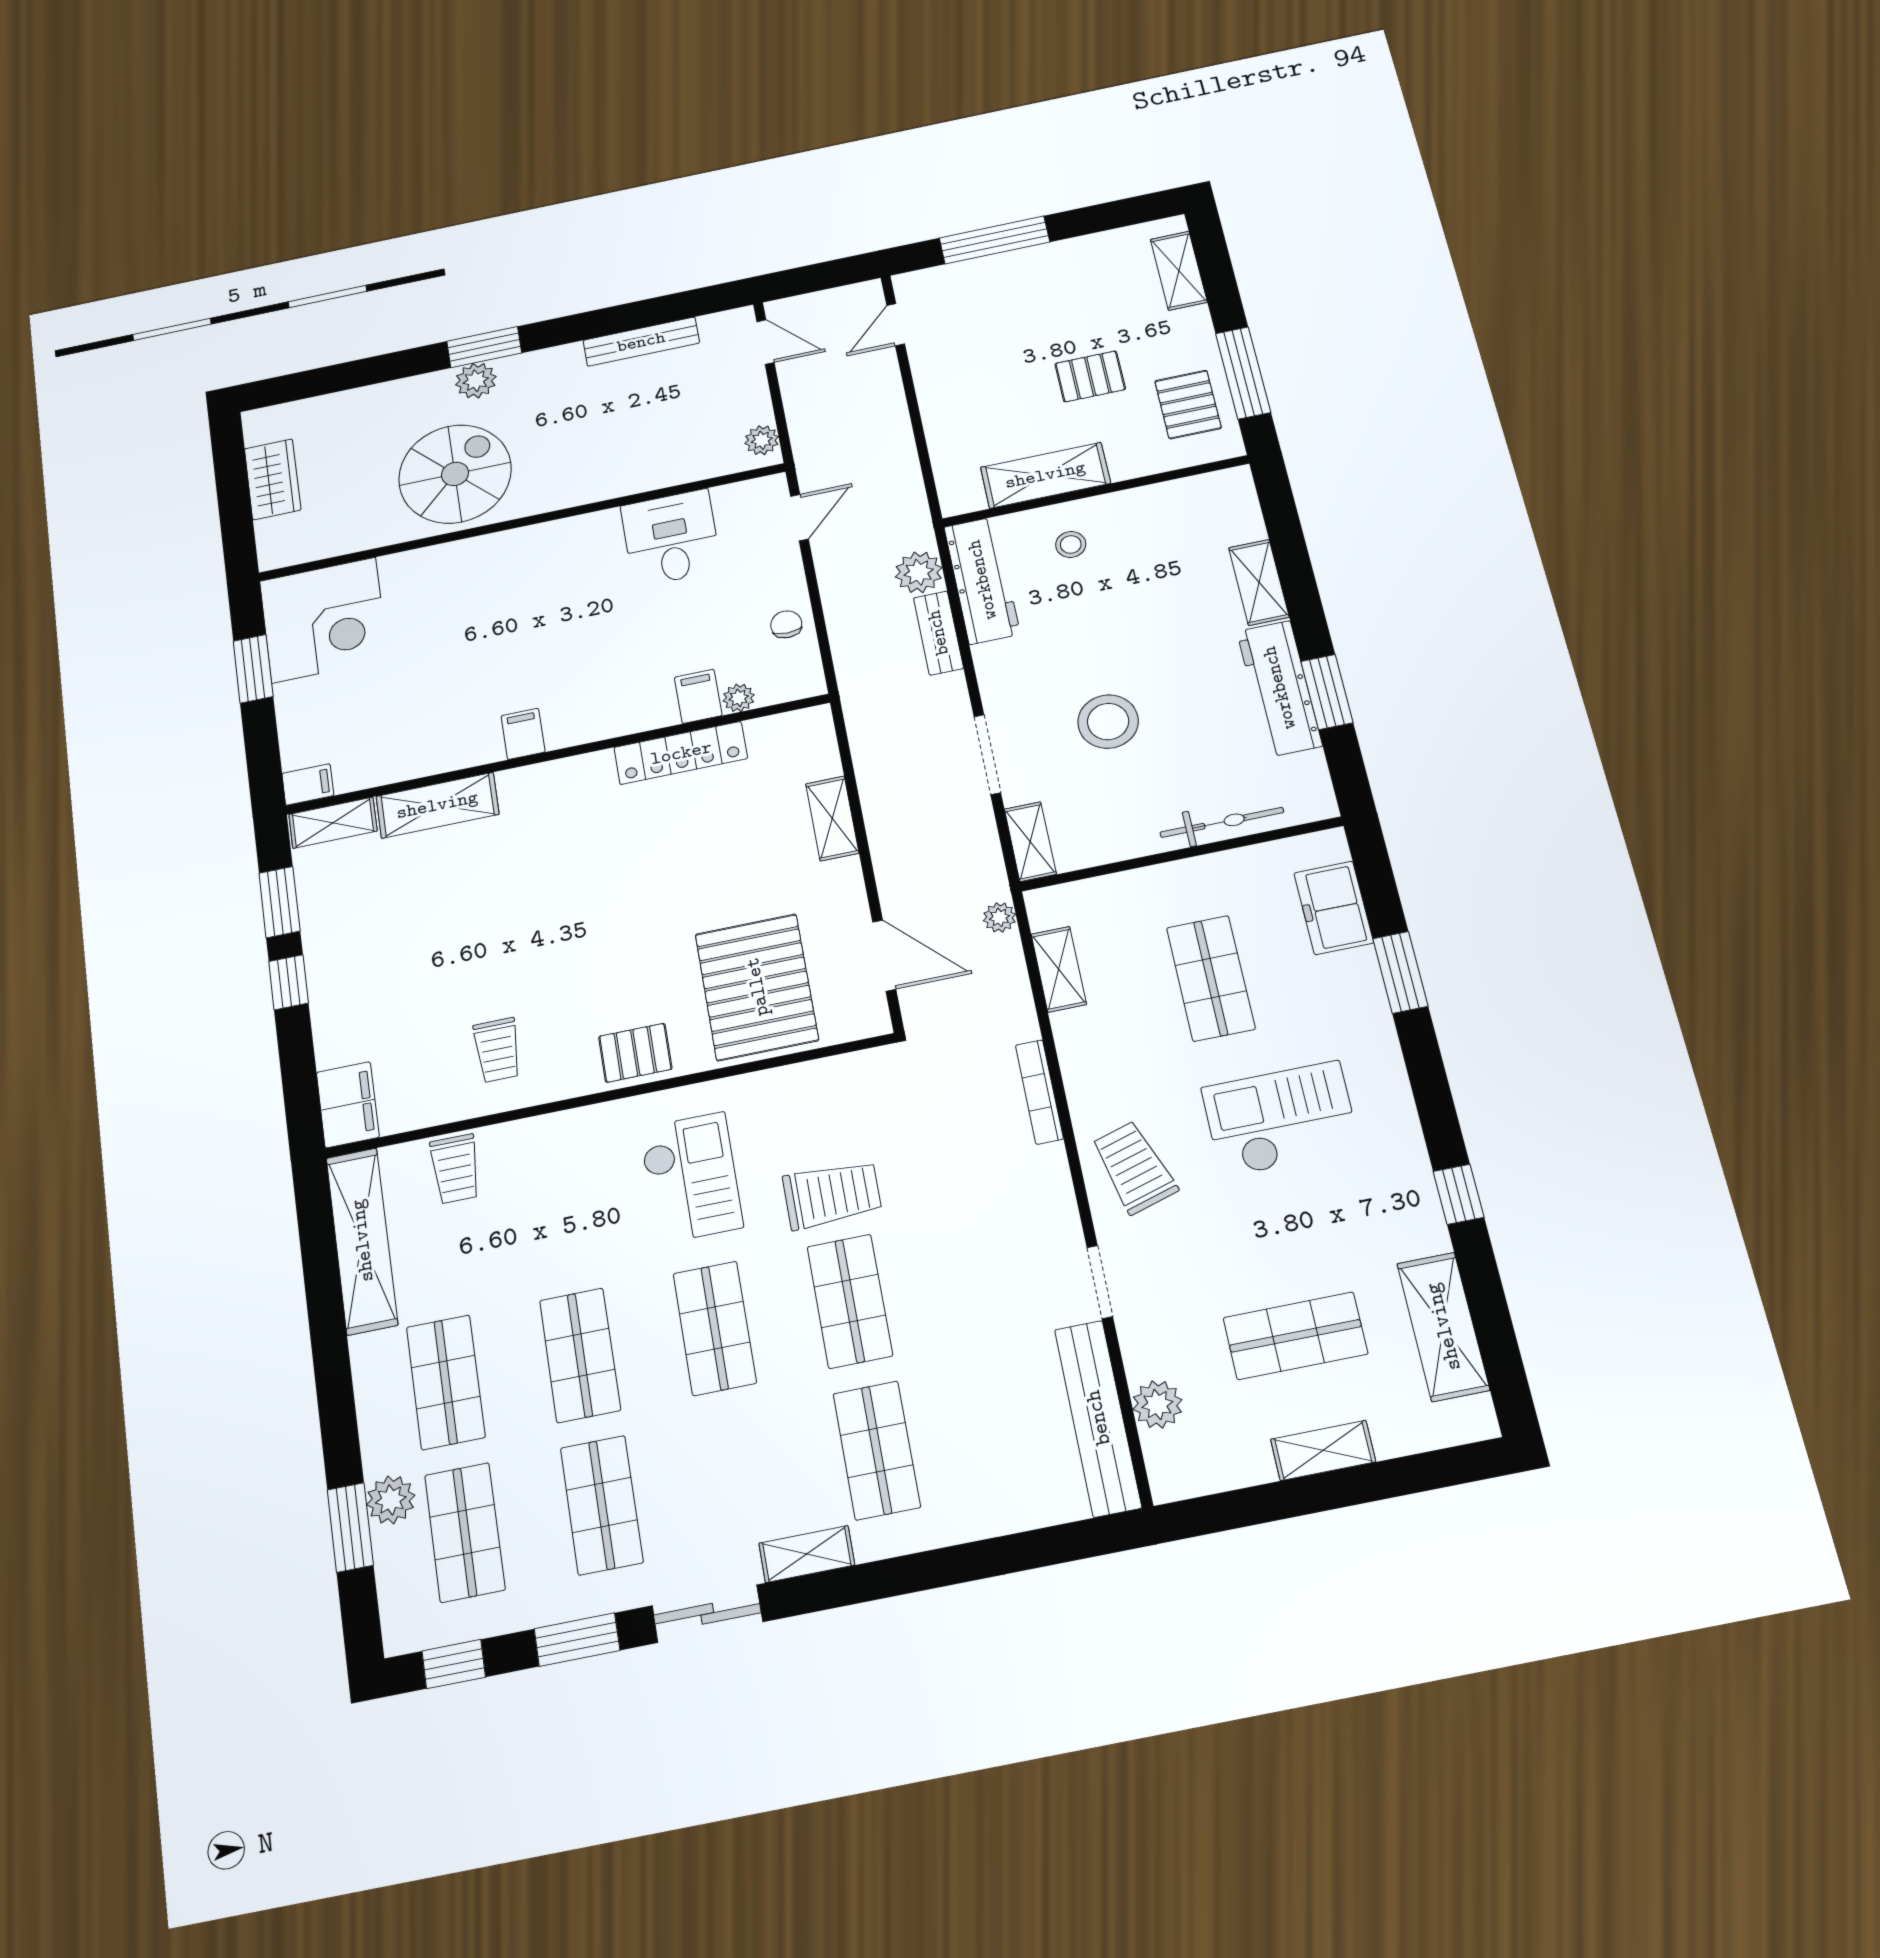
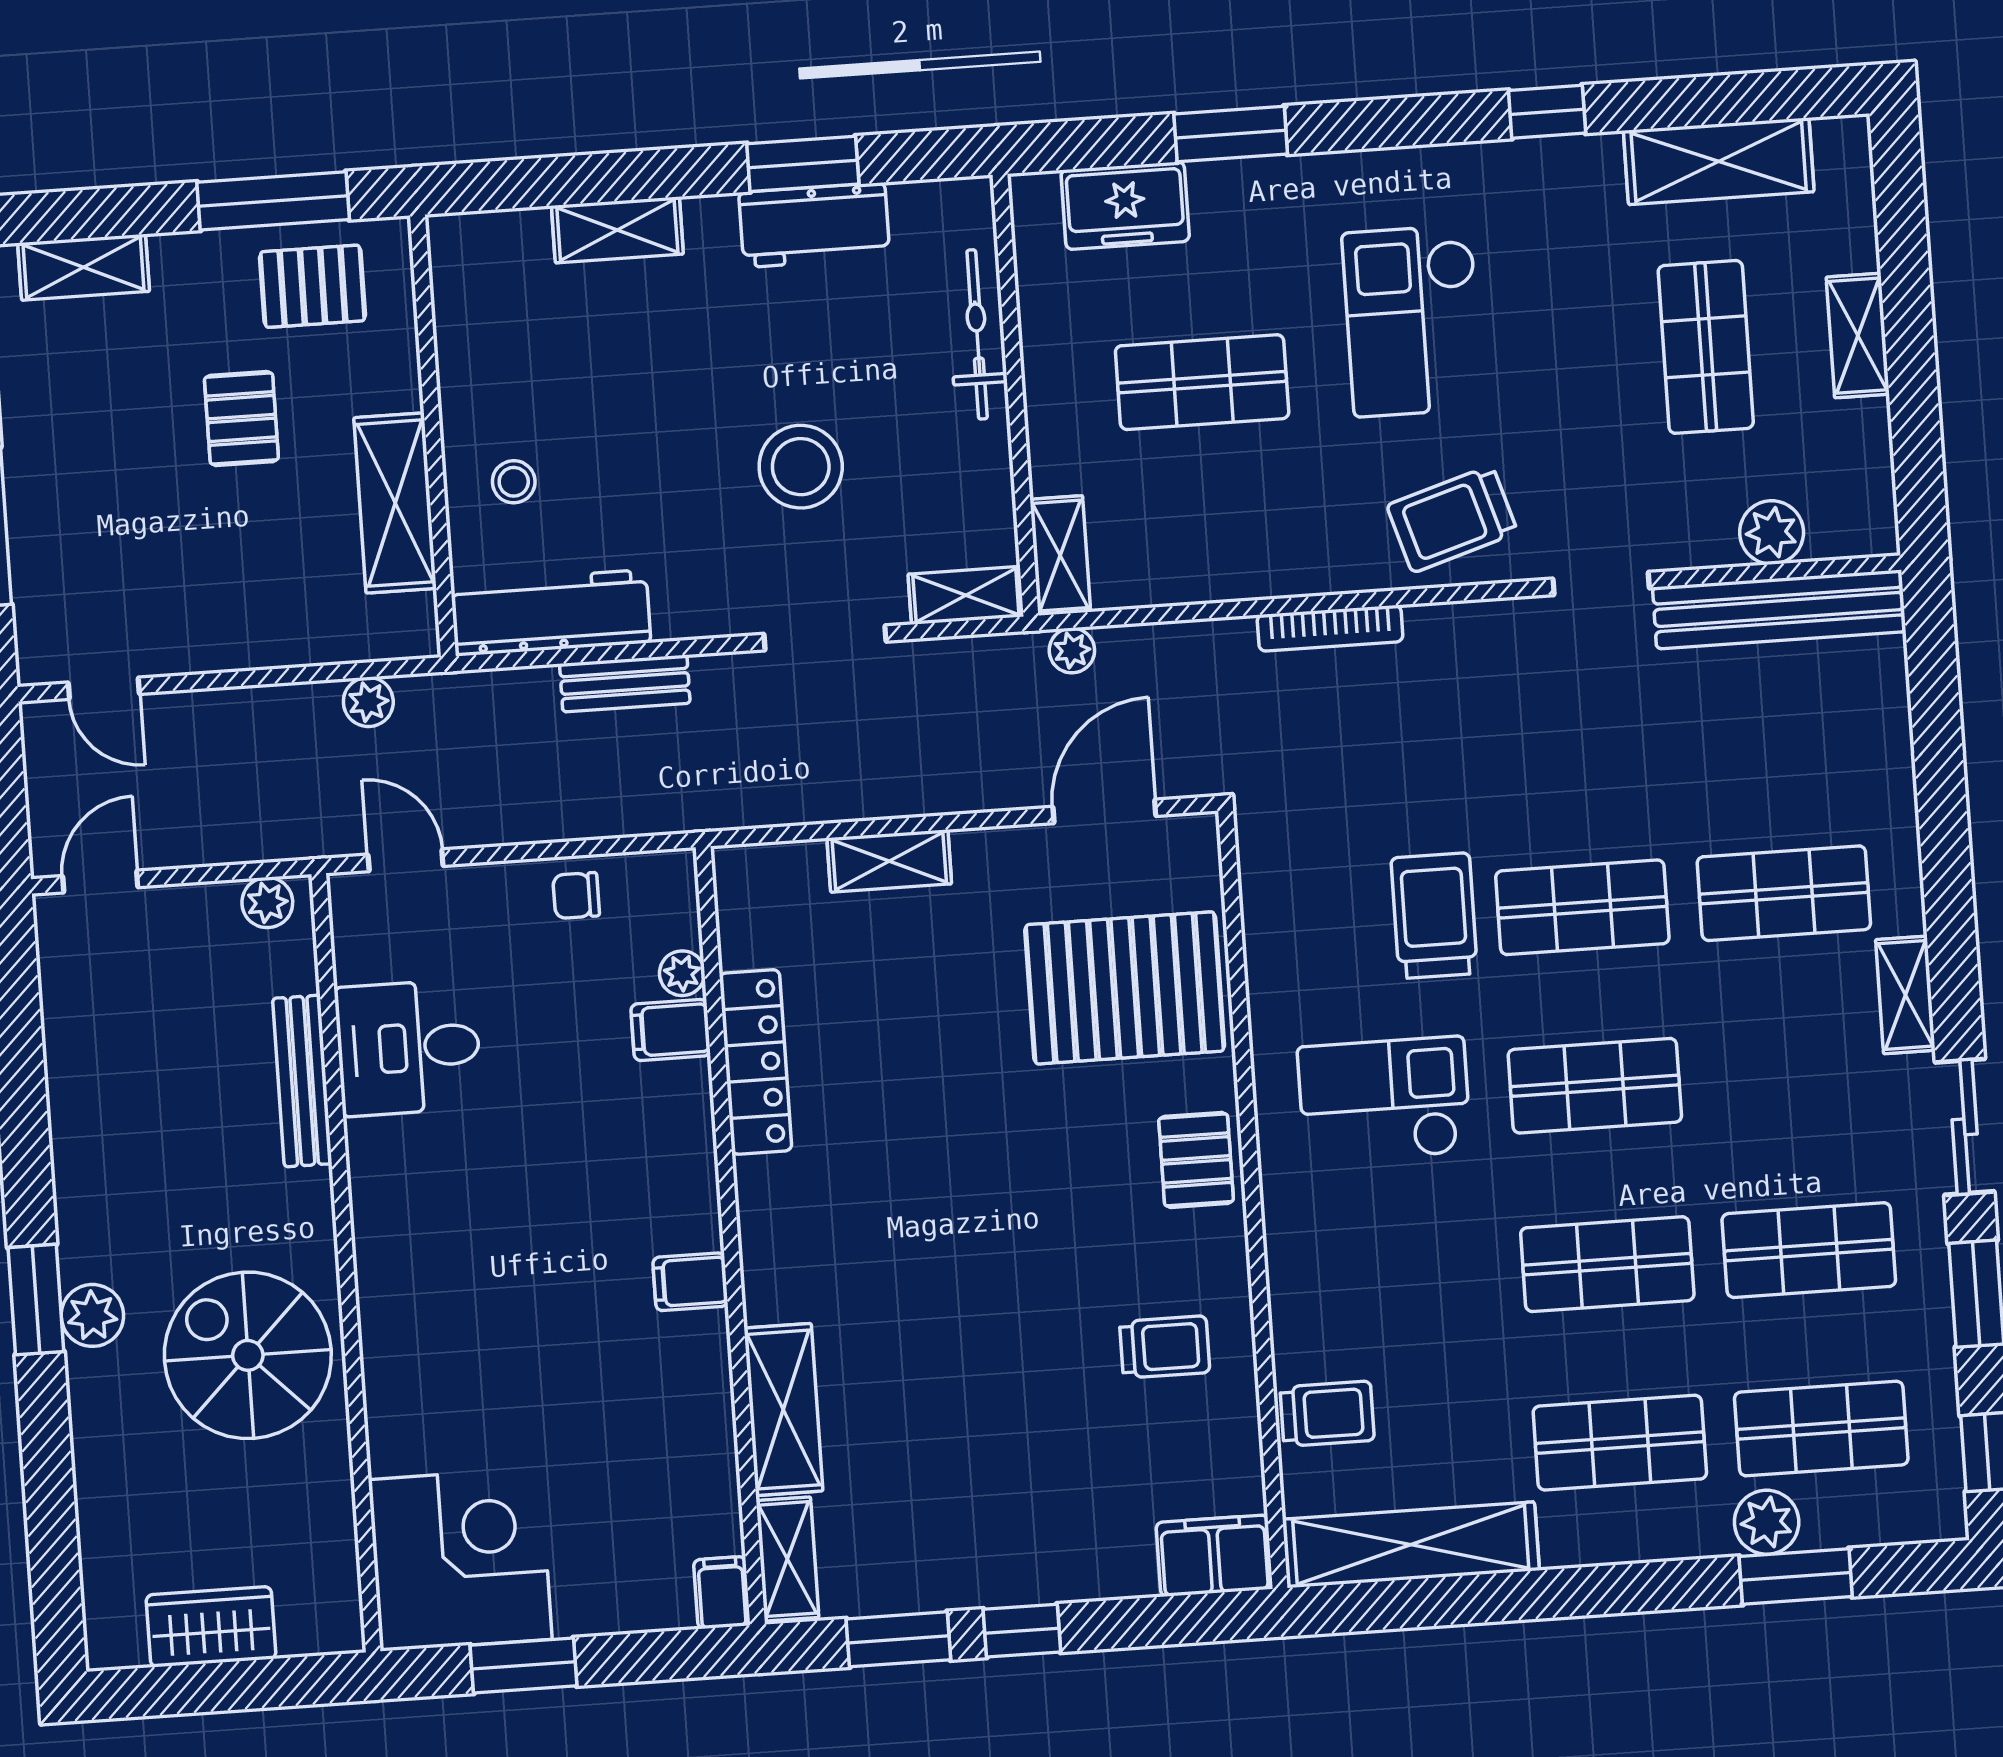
bench: (641, 342) -> (302, 1081), moved
plant: (919, 572) -> (368, 702), moved, width x0.73, depth x0.73
workbench: (1279, 688) -> (814, 225), width x0.73
shelving: (1059, 969) -> (1060, 556), moved, turned 90

